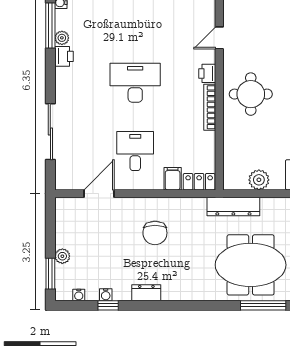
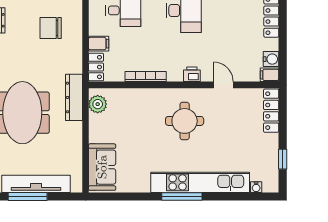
round table: (251, 94) -> (185, 121), moved
bookcase: (210, 107) -> (146, 76), moved
plant: (259, 180) -> (98, 104), moved

